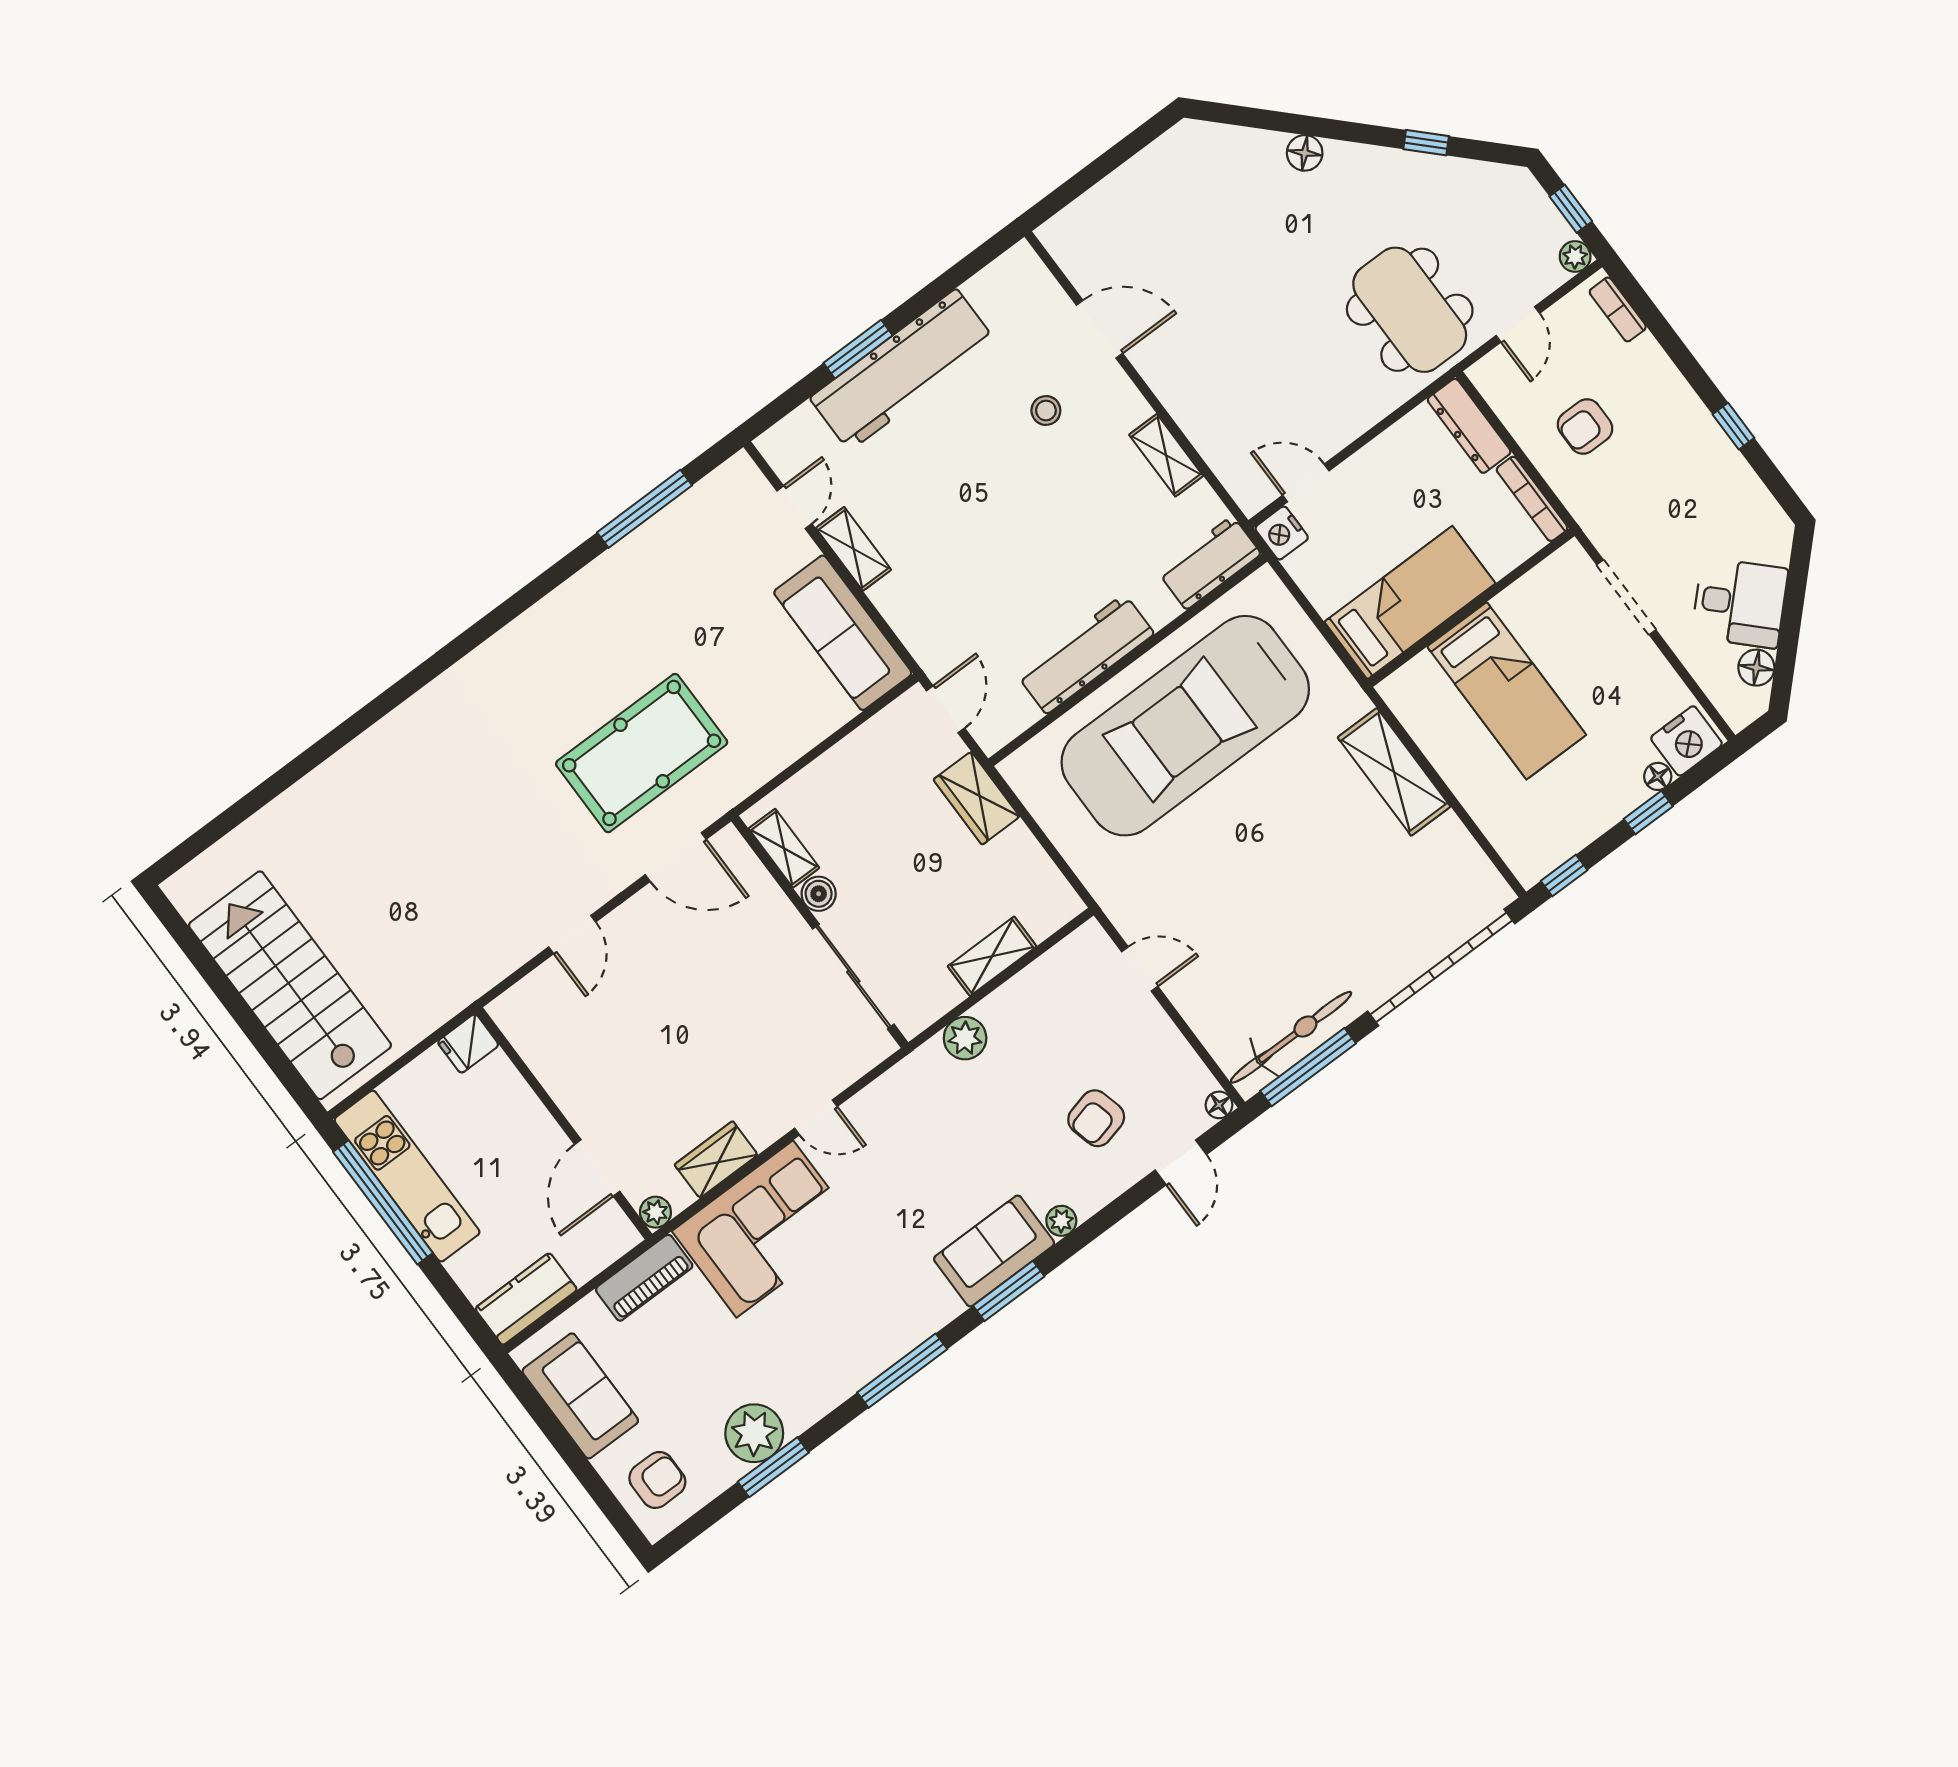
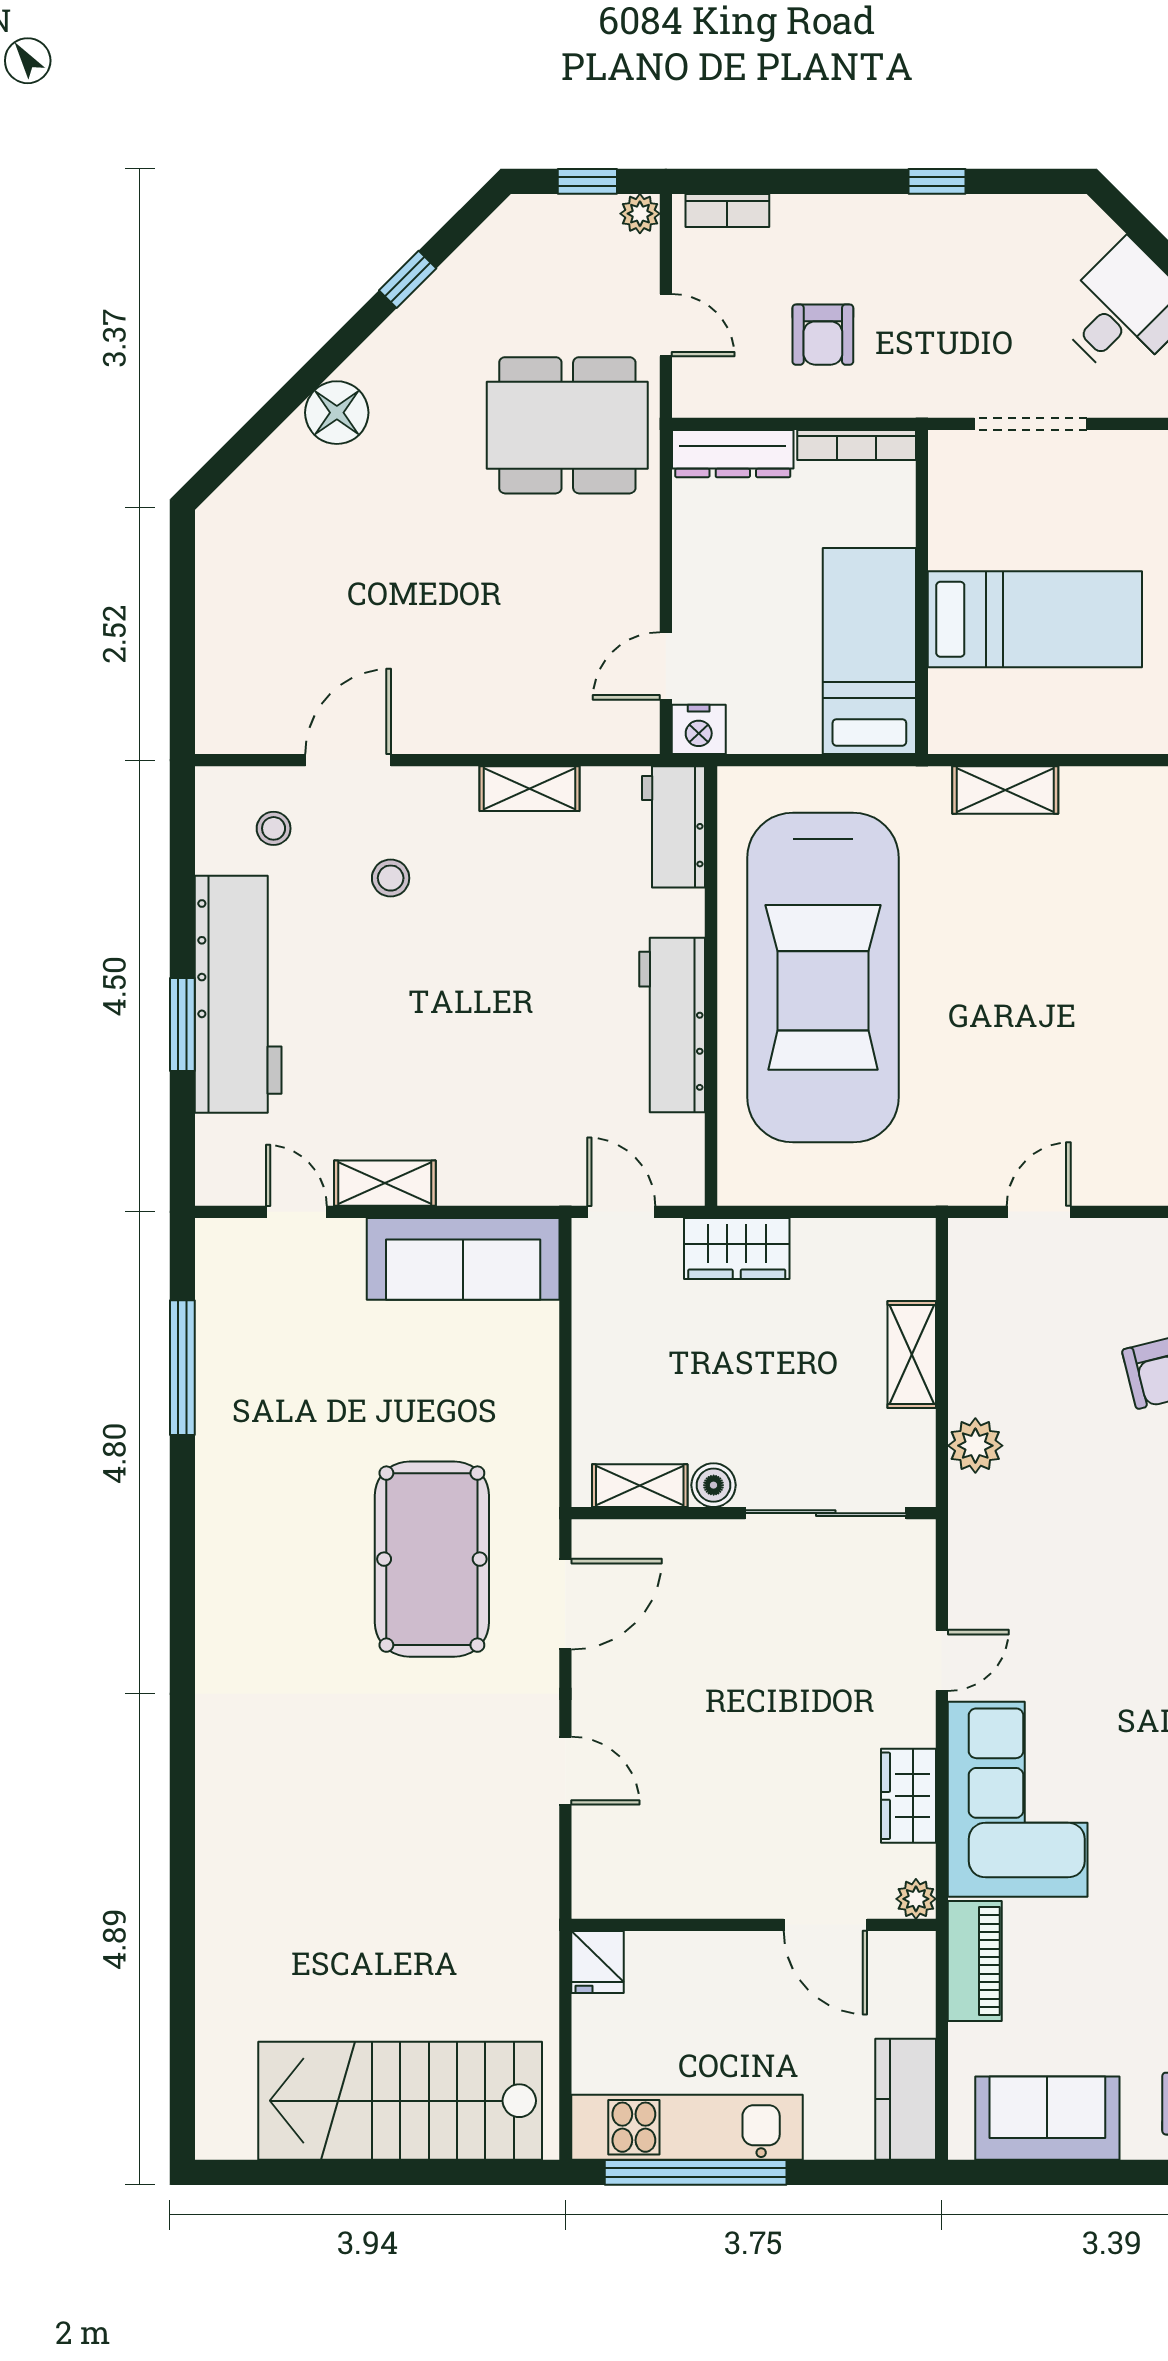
floor lamp: (1305, 153) -> (337, 413), width x1.38, depth x1.38
stool: (1022, 315) -> (274, 828), added
shelving: (1394, 772) -> (1005, 790), width x0.67, depth x0.75

